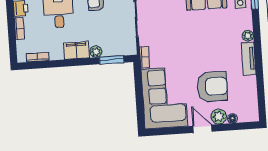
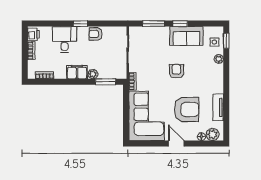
plant: (248, 36) -> (219, 59), moved
armchair: (197, 41) -> (176, 71), added
tv unit: (249, 59) -> (218, 107), moved
plant: (219, 117) -> (213, 134), moved

